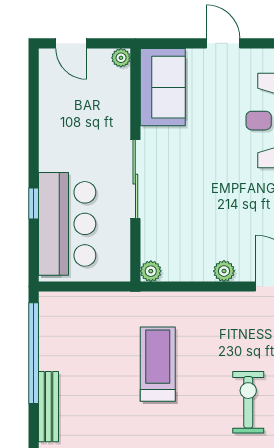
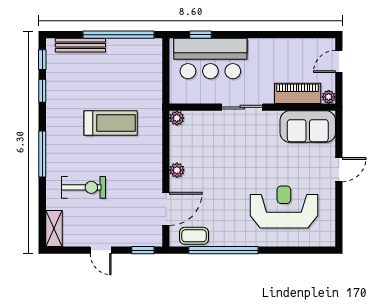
piano: (116, 101) -> (298, 93), added
sliding door: (135, 179) -> (242, 107), width x0.73
window: (34, 204) -> (201, 35), moved

